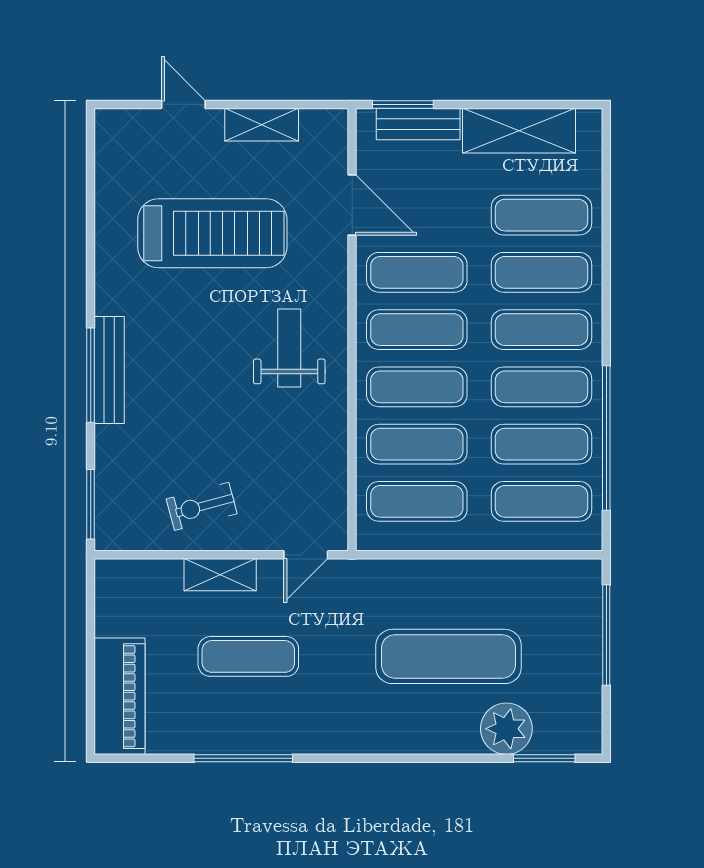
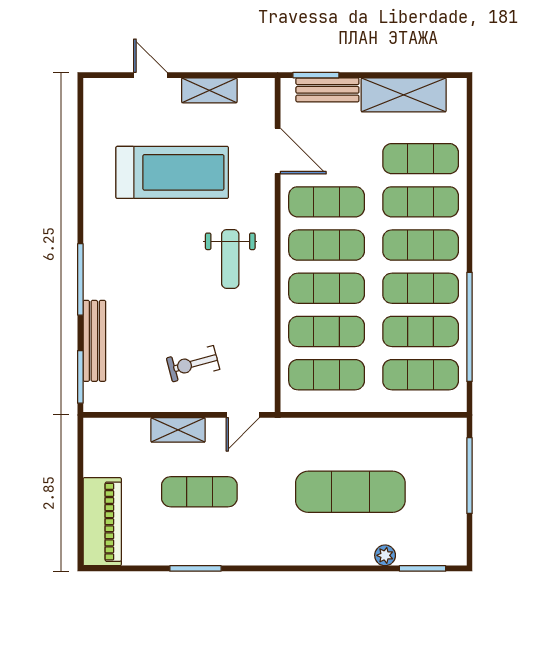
weight bench: (289, 348) -> (230, 259), turned 180
bench: (109, 370) -> (94, 341), moved
exercise bike: (202, 506) -> (193, 364), moved
plant: (506, 729) -> (385, 555), width x0.53, depth x0.53
window: (243, 758) -> (195, 568), width x0.69

